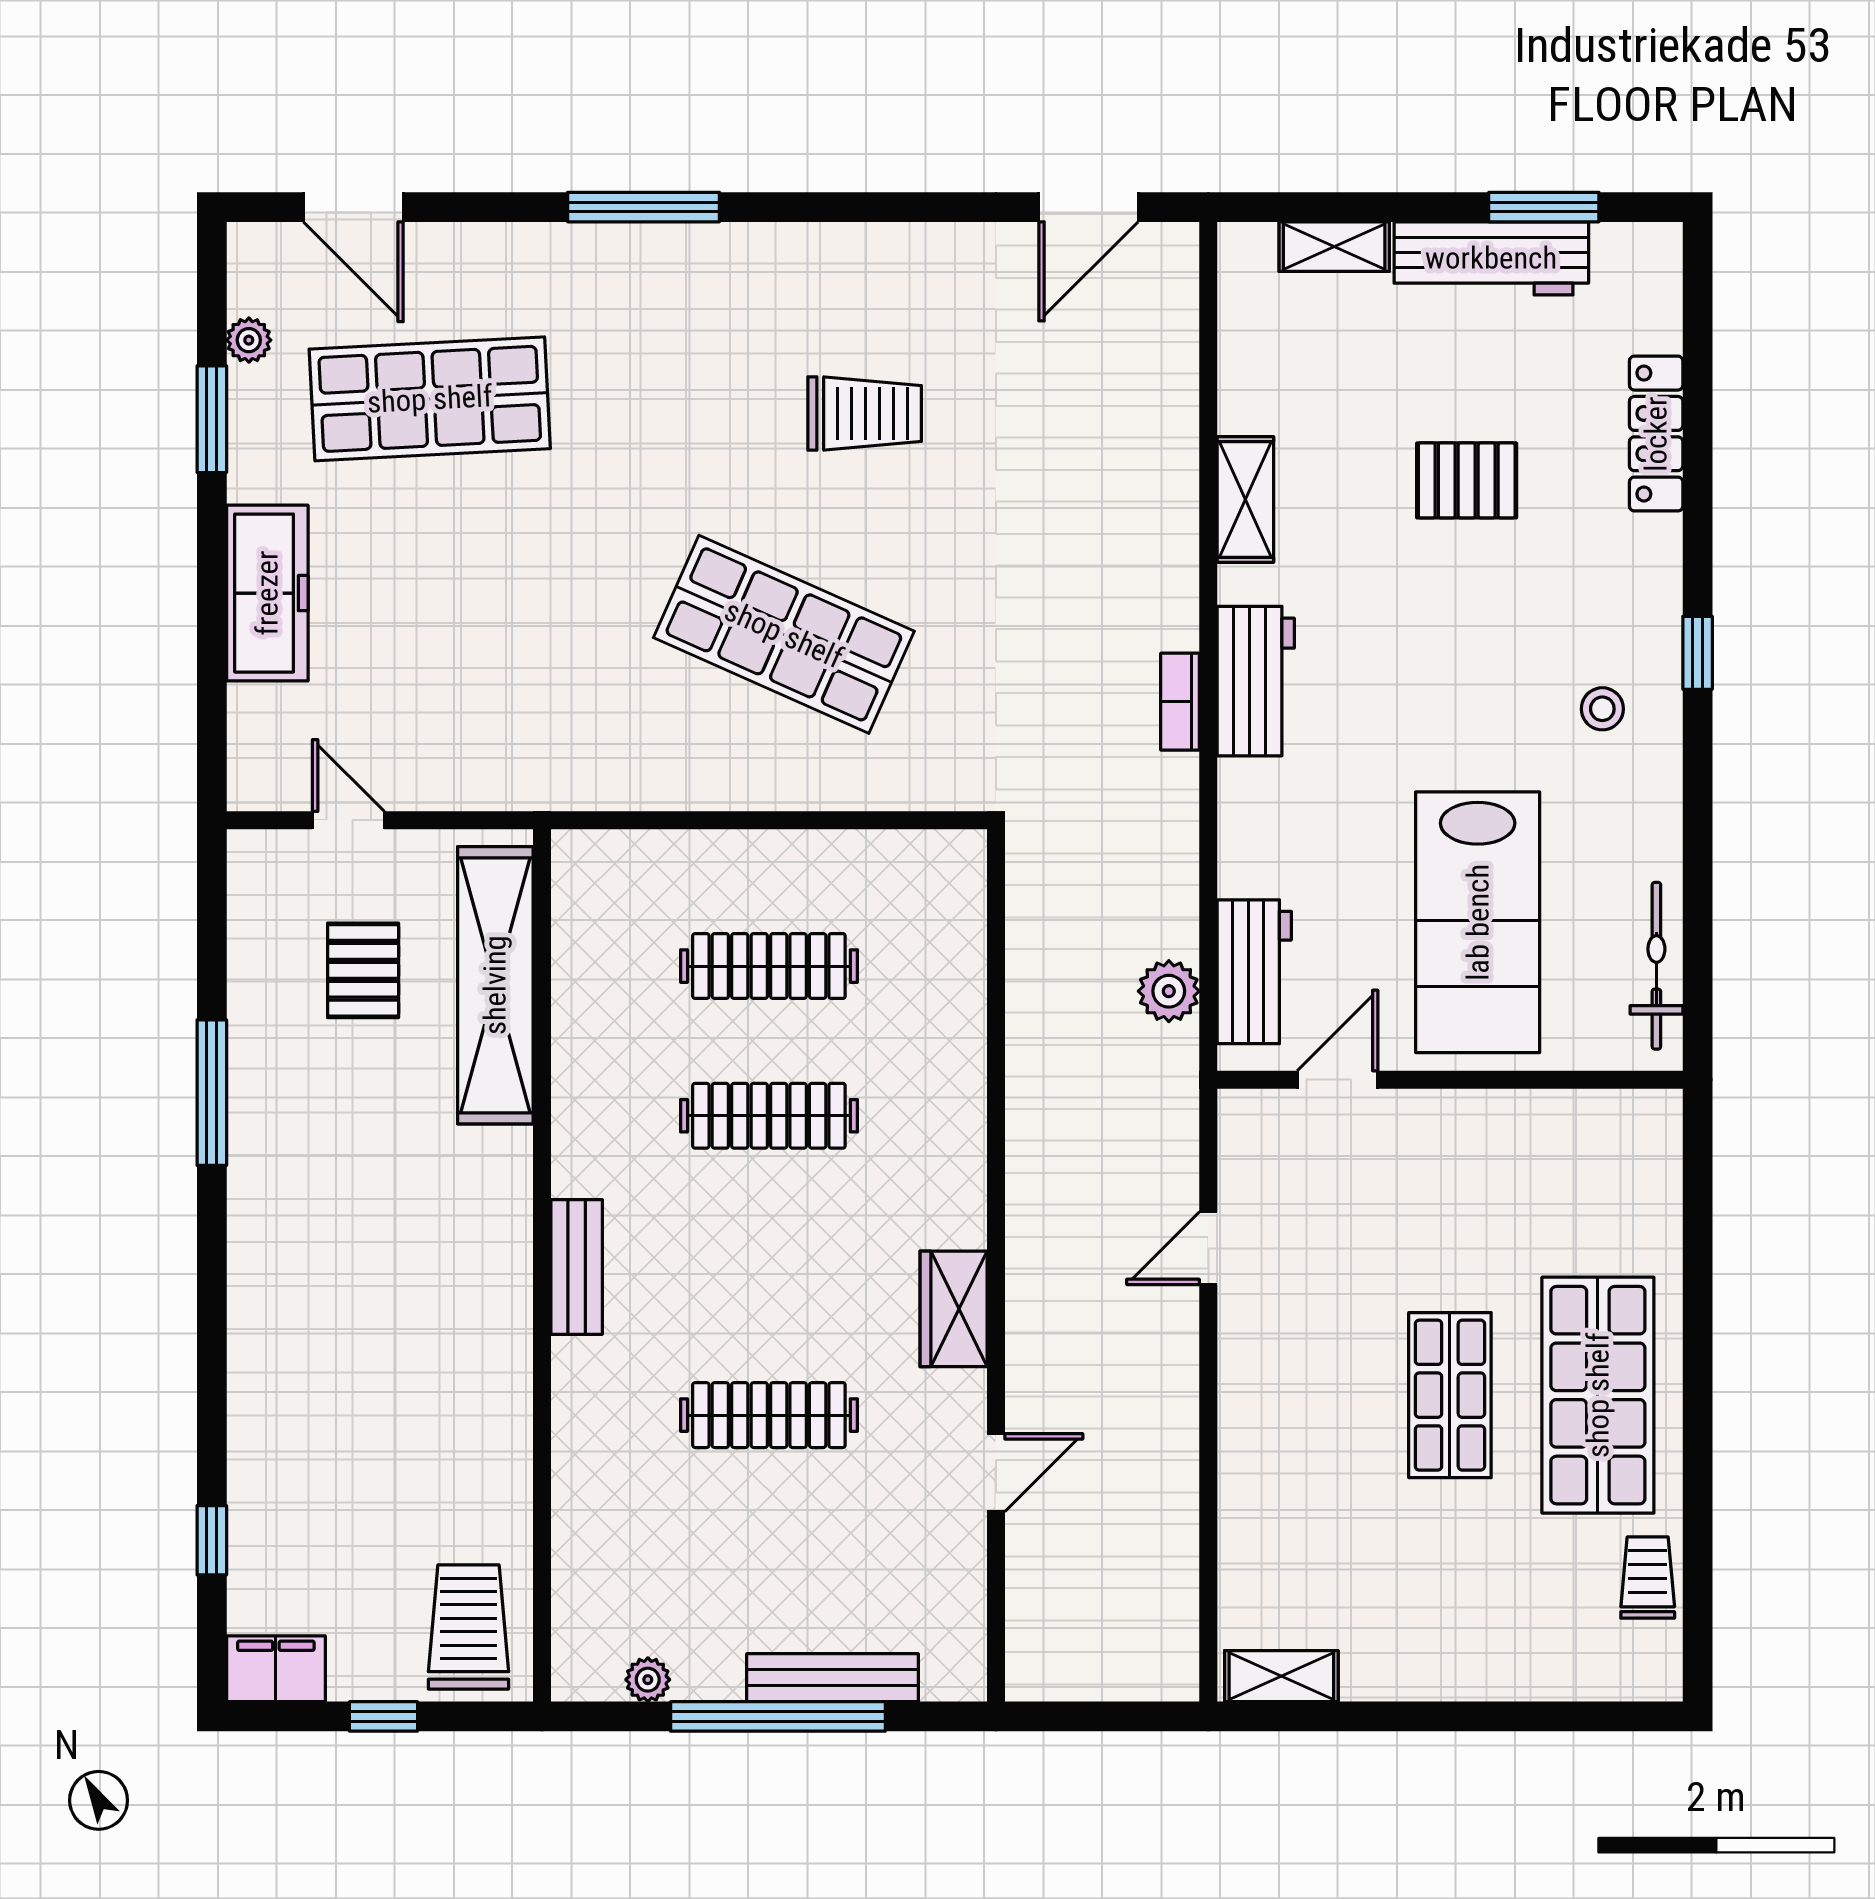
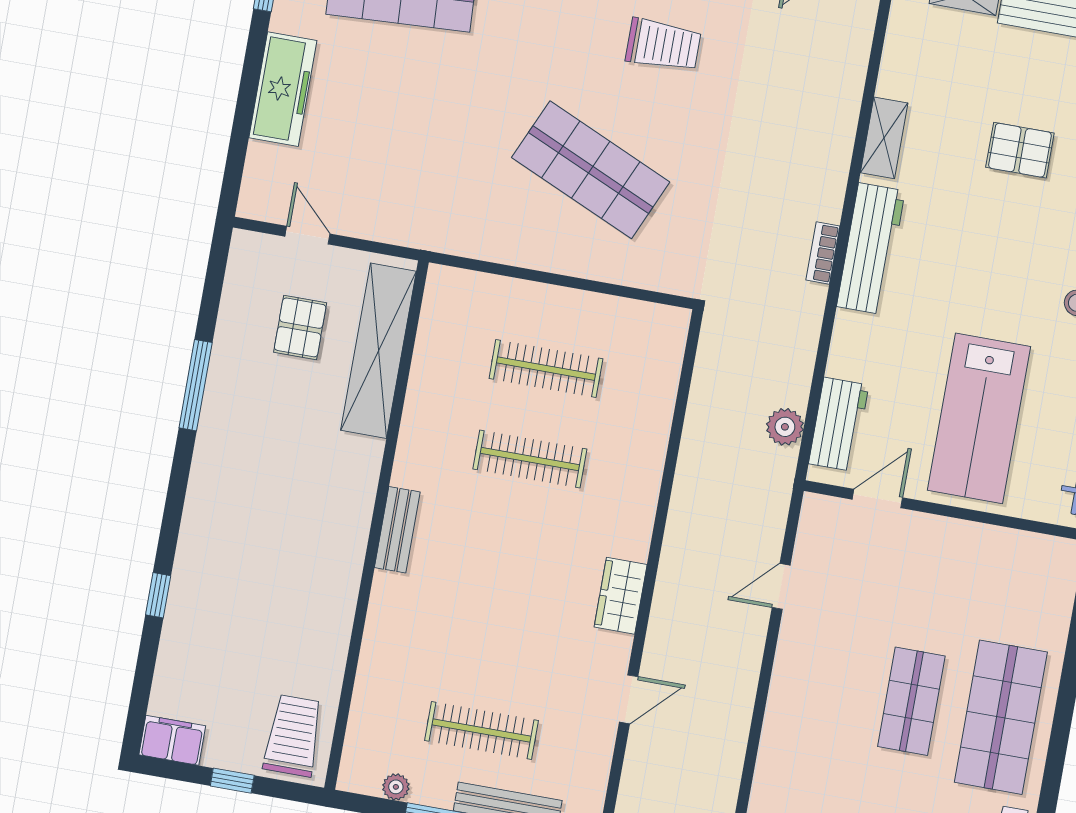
workbench: (1256, 681) -> (871, 249), width x1.38
clothes rail: (769, 1415) -> (481, 730), moved
window: (212, 1540) -> (158, 595), moved

